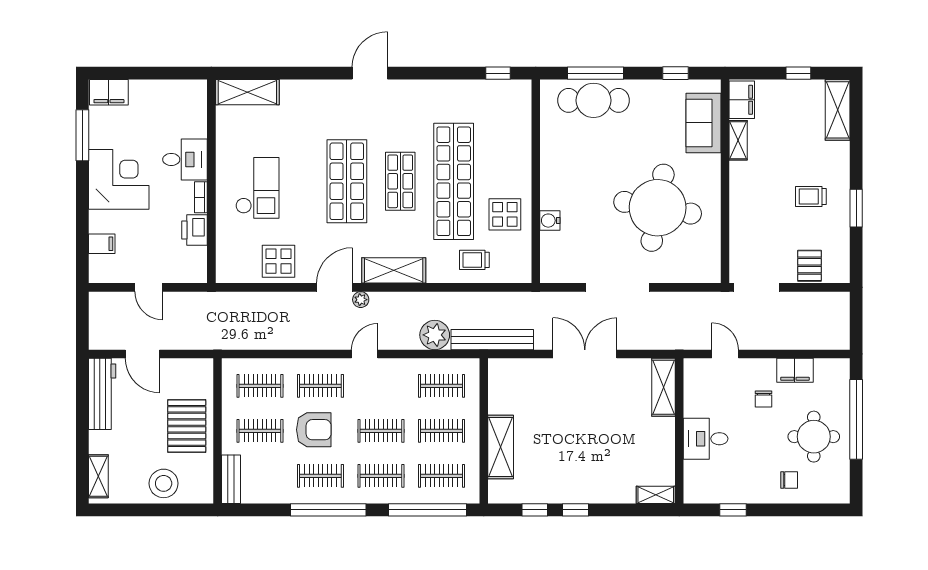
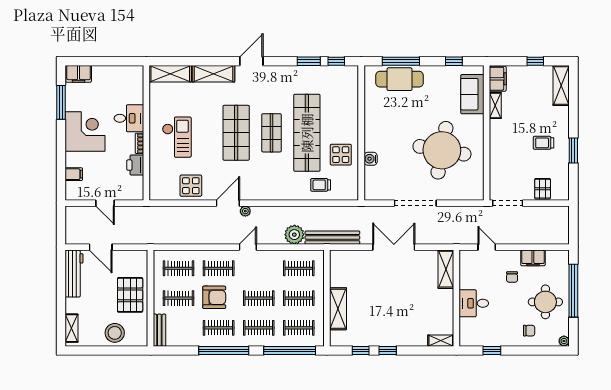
window: (456, 73) -> (309, 61), added
shelving: (394, 270) -> (214, 74), moved
plant: (842, 496) -> (564, 341), added

